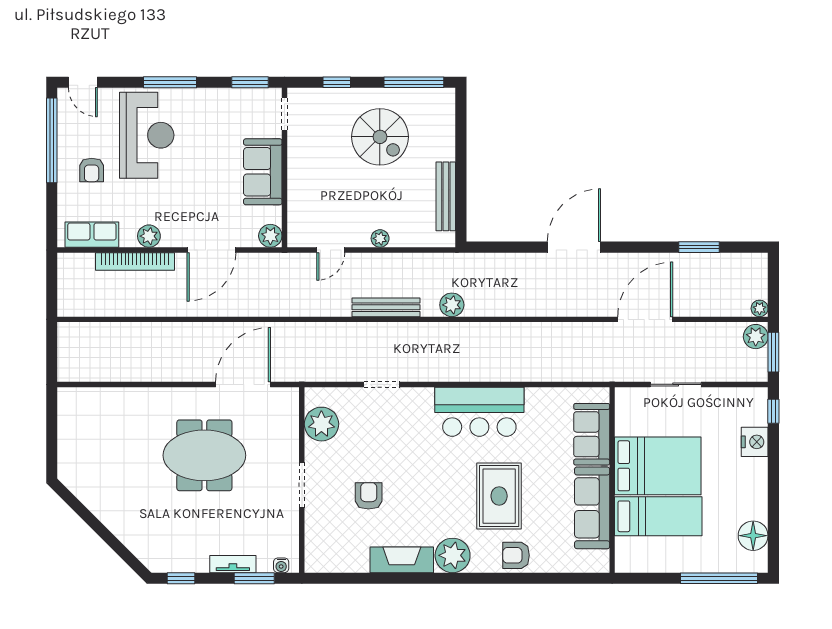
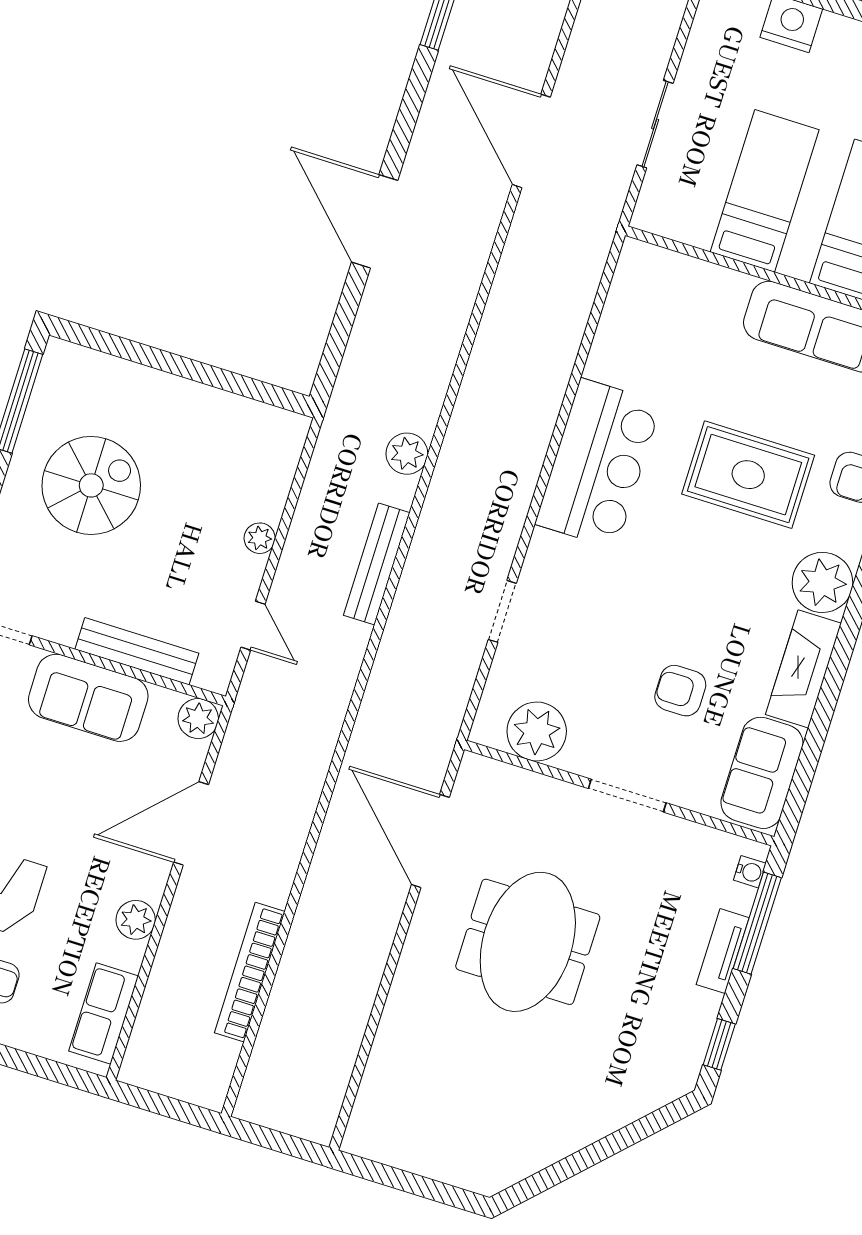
bench: (446, 196) -> (137, 651), moved
door: (211, 250) -> (191, 823), swing flipped
bookcase: (135, 262) -> (250, 972), moved, turned 180
sofa: (592, 434) -> (762, 773), moved, turned 90
bed: (658, 466) -> (765, 191), width x0.67
window: (254, 578) -> (757, 923), width x1.44

